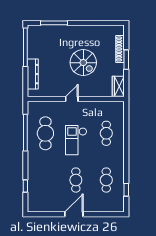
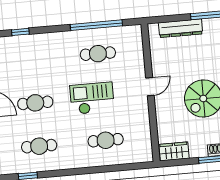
door: (72, 99) -> (150, 87), hinge flipped
cafe table: (45, 133) -> (98, 54), width x0.73, depth x0.74

